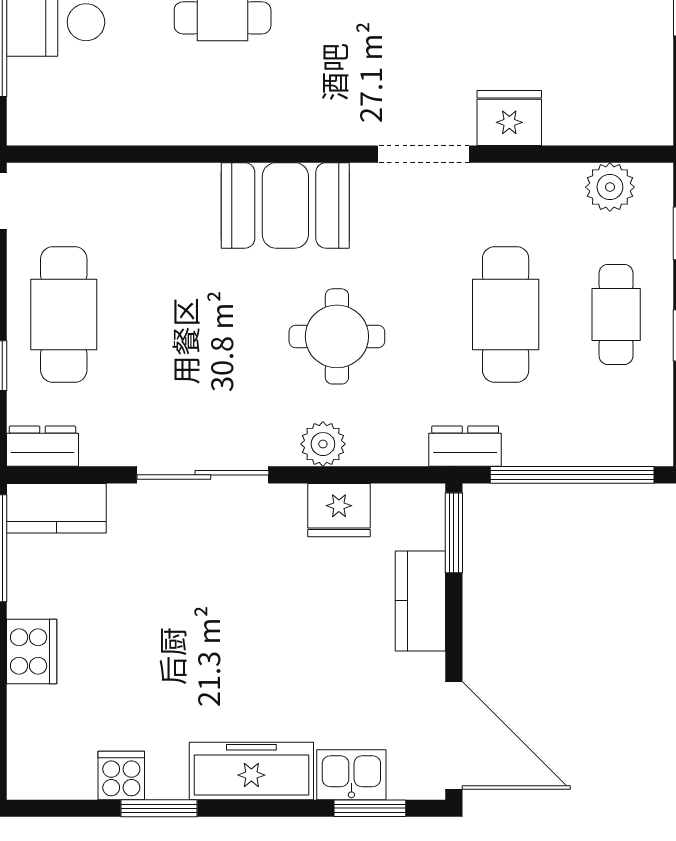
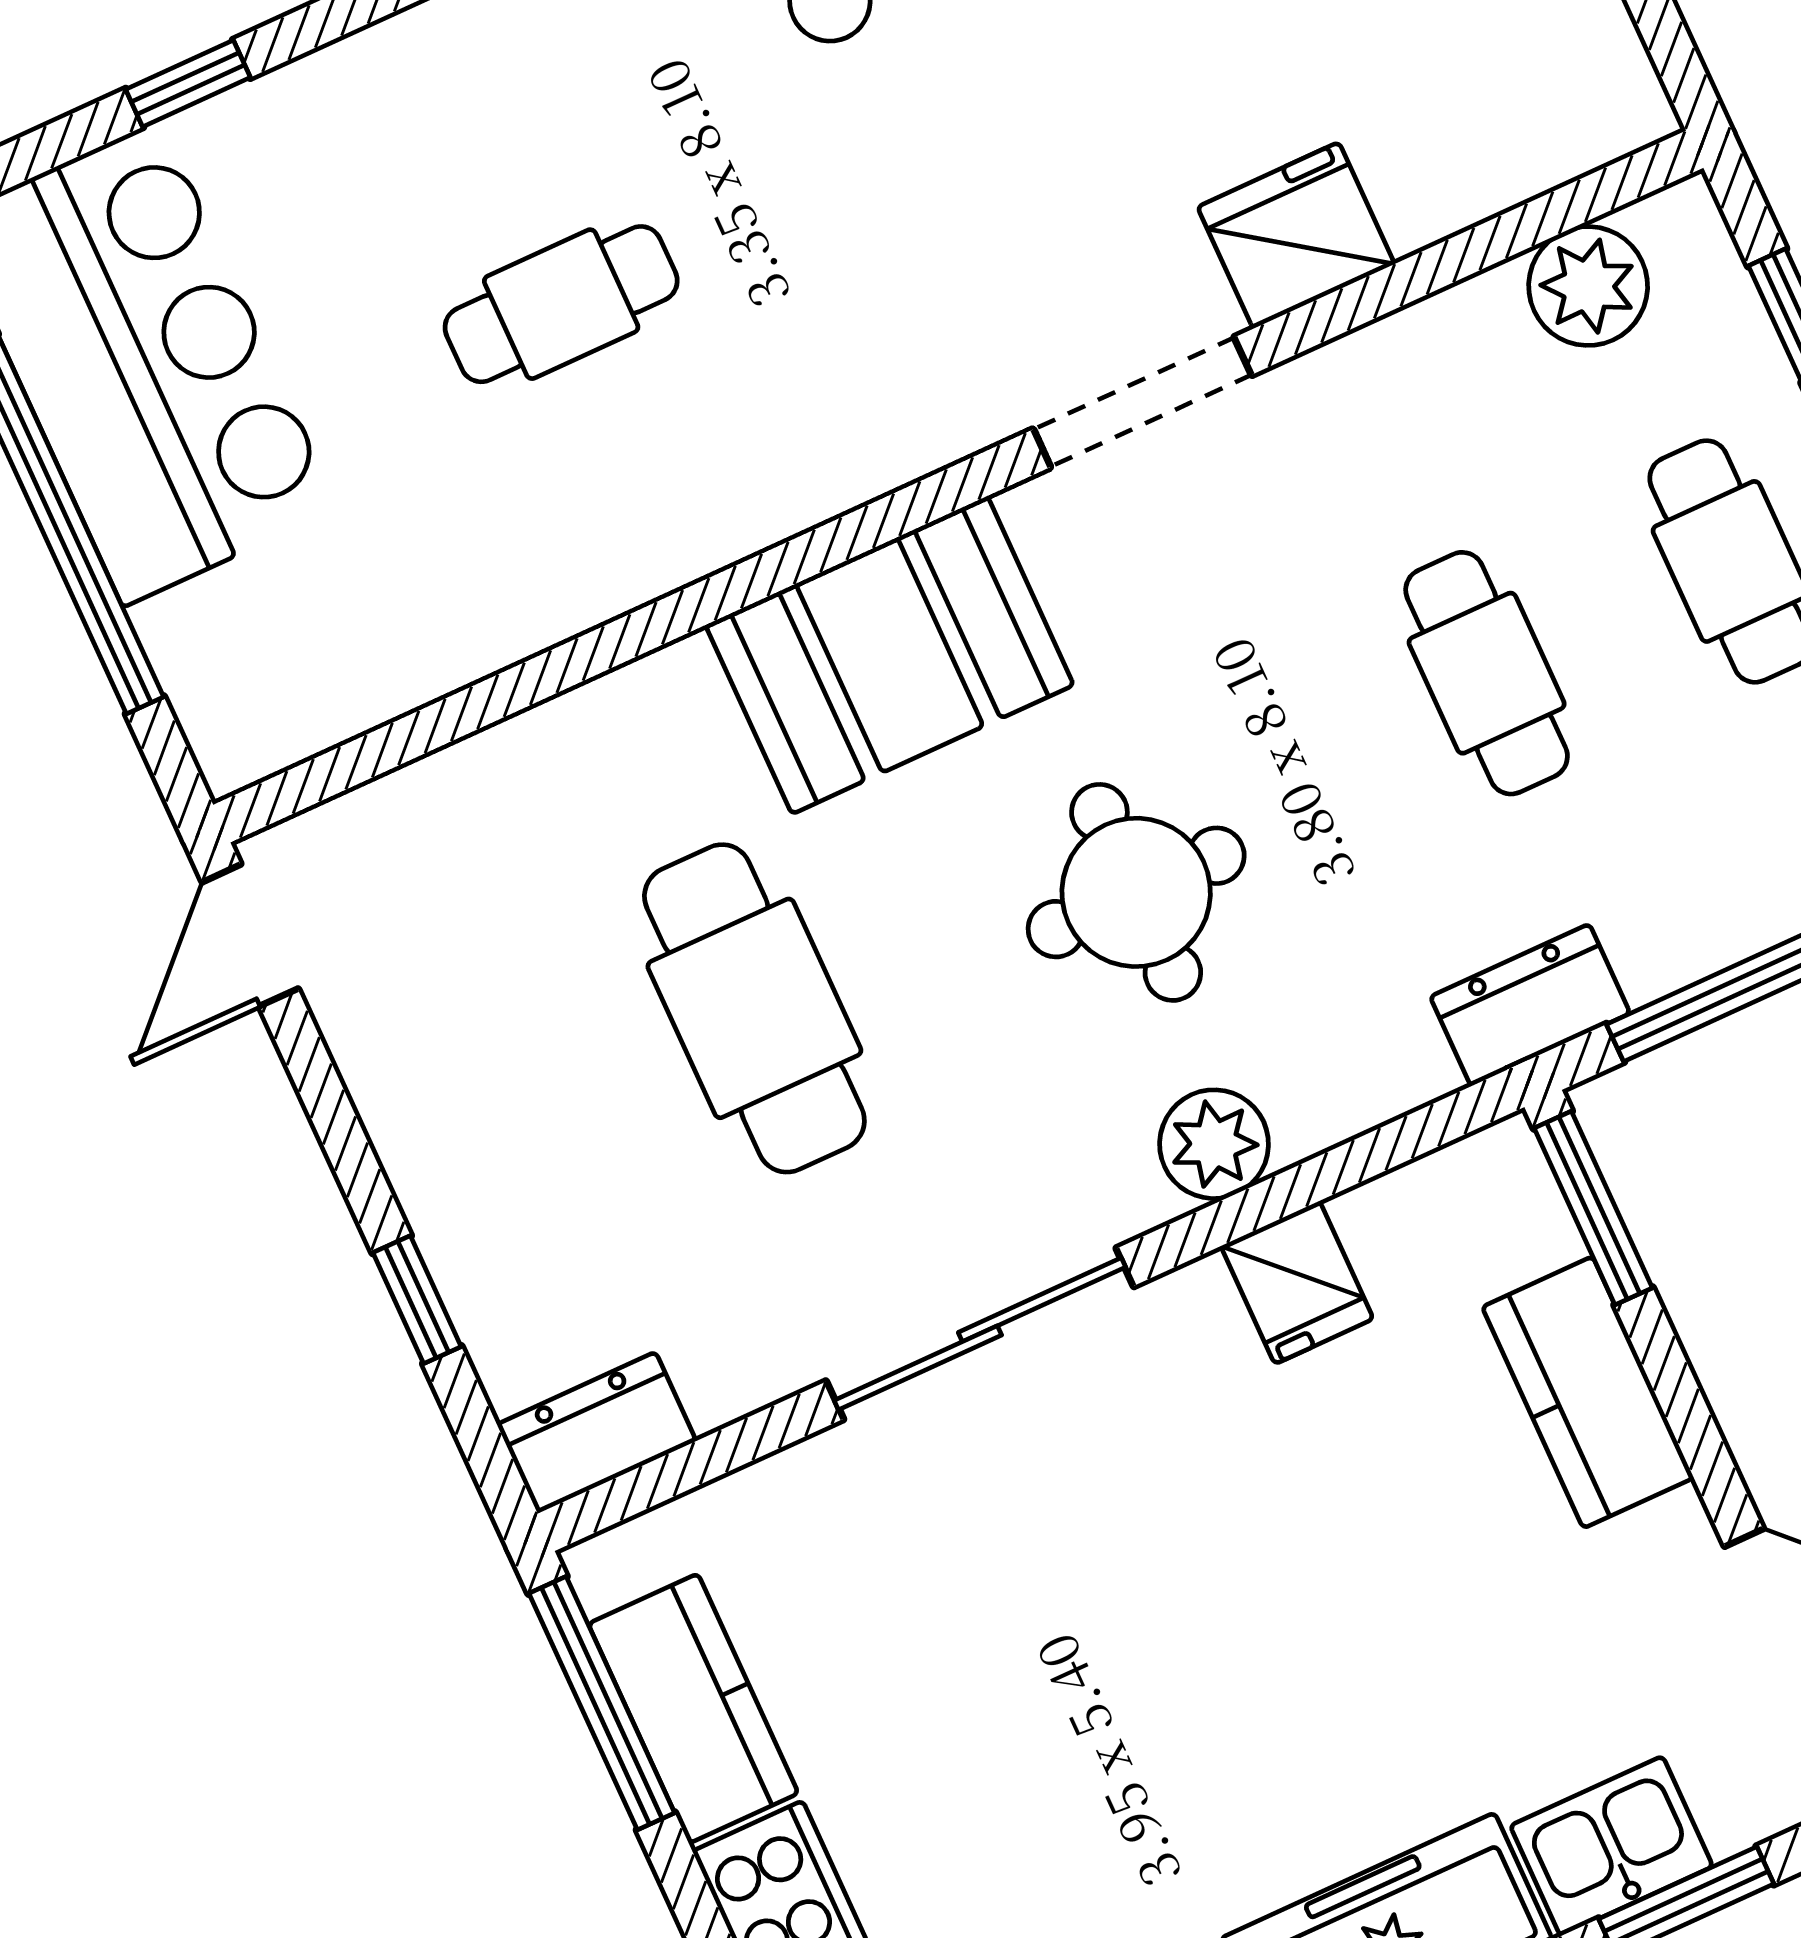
cafe table: (64, 314) -> (754, 1008), moved
cafe table: (506, 314) -> (1487, 673), width x0.73, depth x0.74
kitchen counter: (56, 508) -> (693, 1709), moved, turned -90
fridge: (339, 510) -> (1297, 1283), width x0.72

